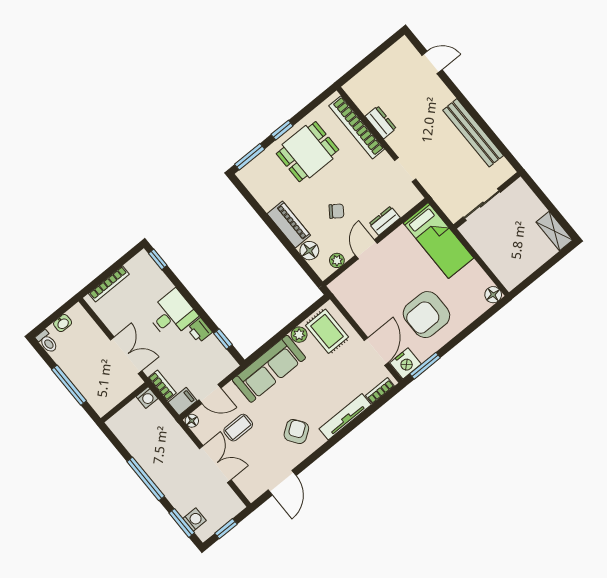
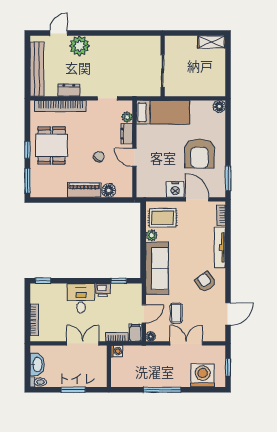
plant: (436, 95) -> (79, 46), added
bench: (473, 133) -> (37, 69), moved, turned 90
plant: (337, 260) -> (127, 117), moved
washbasin: (63, 323) -> (37, 364), width x1.91, depth x1.45
nightstand: (405, 363) -> (175, 189), moved, turned 90
window: (69, 385) -> (73, 390), width x0.69
door: (282, 483) -> (228, 314), hinge flipped
washing machine: (195, 520) -> (203, 375), width x1.89, depth x1.89
window: (182, 523) -> (204, 390), removed

